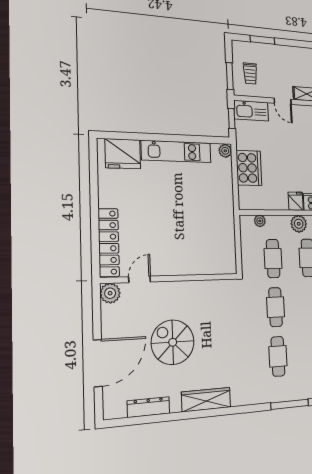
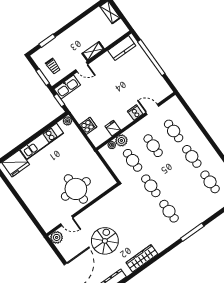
cooker: (249, 168) -> (88, 126), width x0.53, depth x0.76
fridge: (296, 201) -> (113, 128), moved
plant: (299, 224) -> (121, 140), moved
locker: (109, 242) -> (39, 213), removed
round table: (180, 245) -> (76, 189), added
door: (140, 279) -> (67, 221), swing flipped
spiral stairs: (173, 342) -> (105, 241), turned 90

